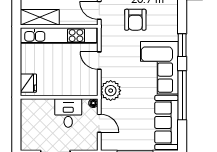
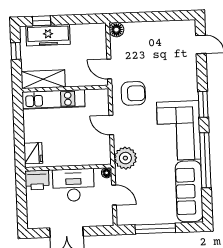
armchair: (135, 20) -> (133, 93), moved, turned -90
kitchen unit: (58, 36) -> (53, 99), width x0.73
printer: (31, 107) -> (37, 180), added
desk: (68, 113) -> (73, 185), width x1.37

